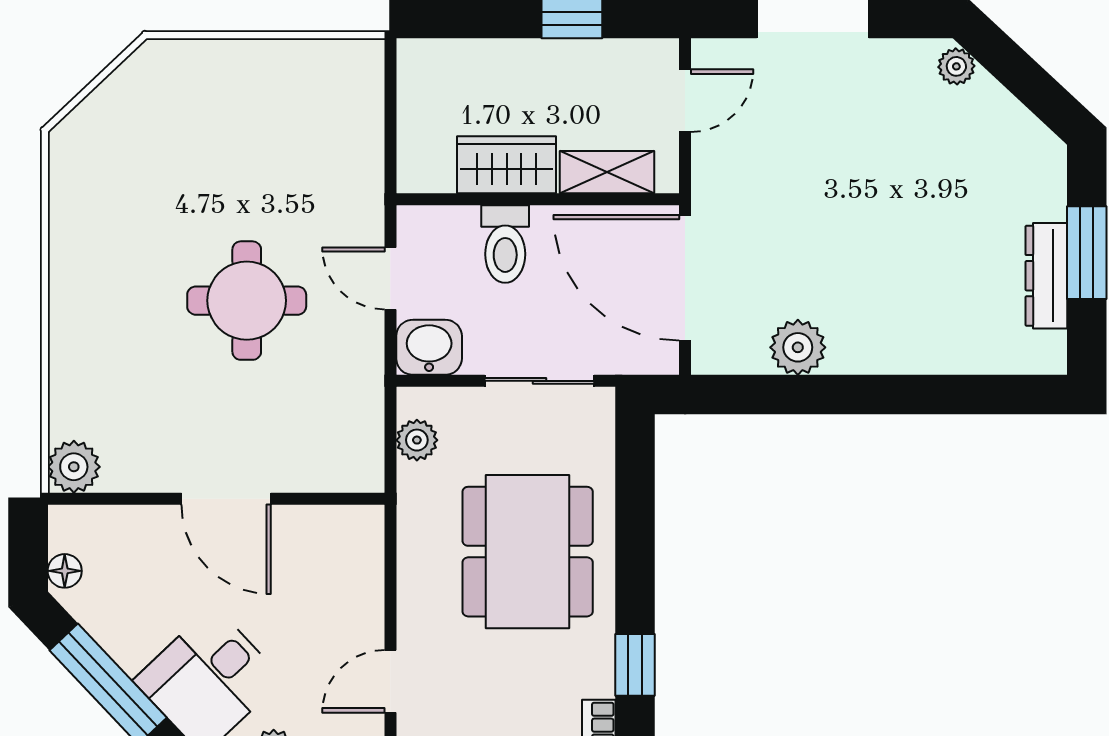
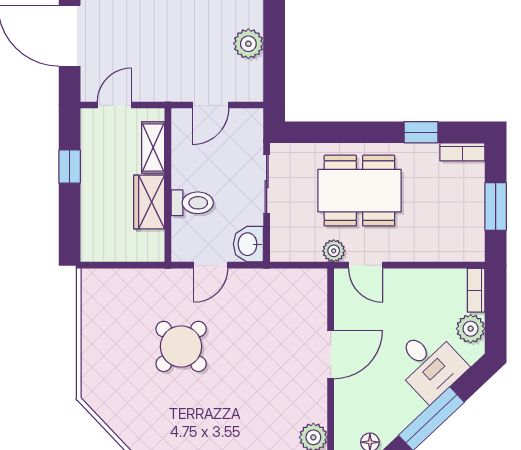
door: (685, 101) -> (114, 105), hinge flipped
door: (685, 278) -> (211, 105), width x0.53
round table: (247, 301) -> (181, 346), moved, turned 45
plant: (417, 440) -> (334, 251), moved
door: (390, 681) -> (366, 265), moved

